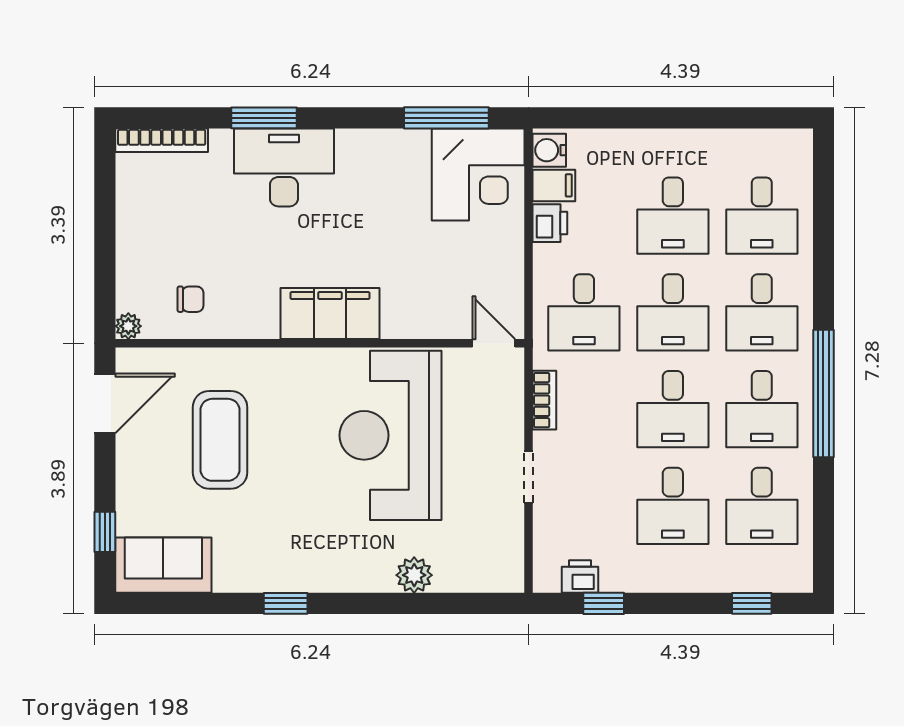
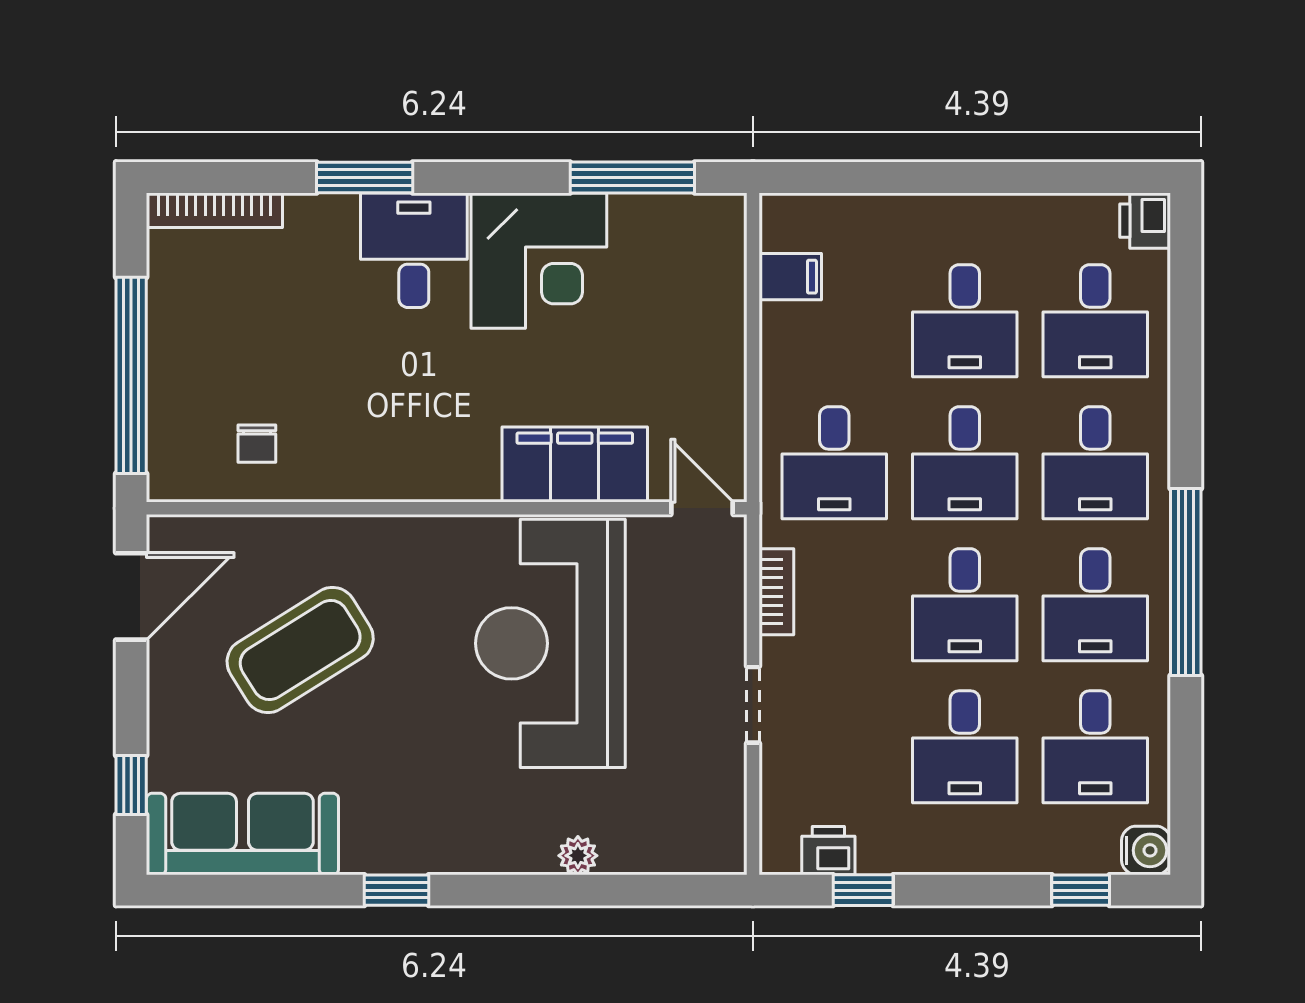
water cooler: (549, 150) -> (1146, 850), moved, turned 180
desk: (284, 167) -> (414, 250), width x0.73
corner desk: (478, 175) -> (539, 261), moved
printer: (550, 223) -> (1145, 221), moved, turned 180
window: (105, 253) -> (131, 375), added
chair: (191, 299) -> (257, 444), turned 90
filing cabinet: (330, 313) -> (575, 464), moved
plant: (128, 326) -> (165, 483), removed
coffee table: (220, 440) -> (300, 650), turned 58
sofa: (163, 565) -> (242, 834), width x1.36
plant: (414, 575) -> (578, 856), width x0.73, depth x0.73

